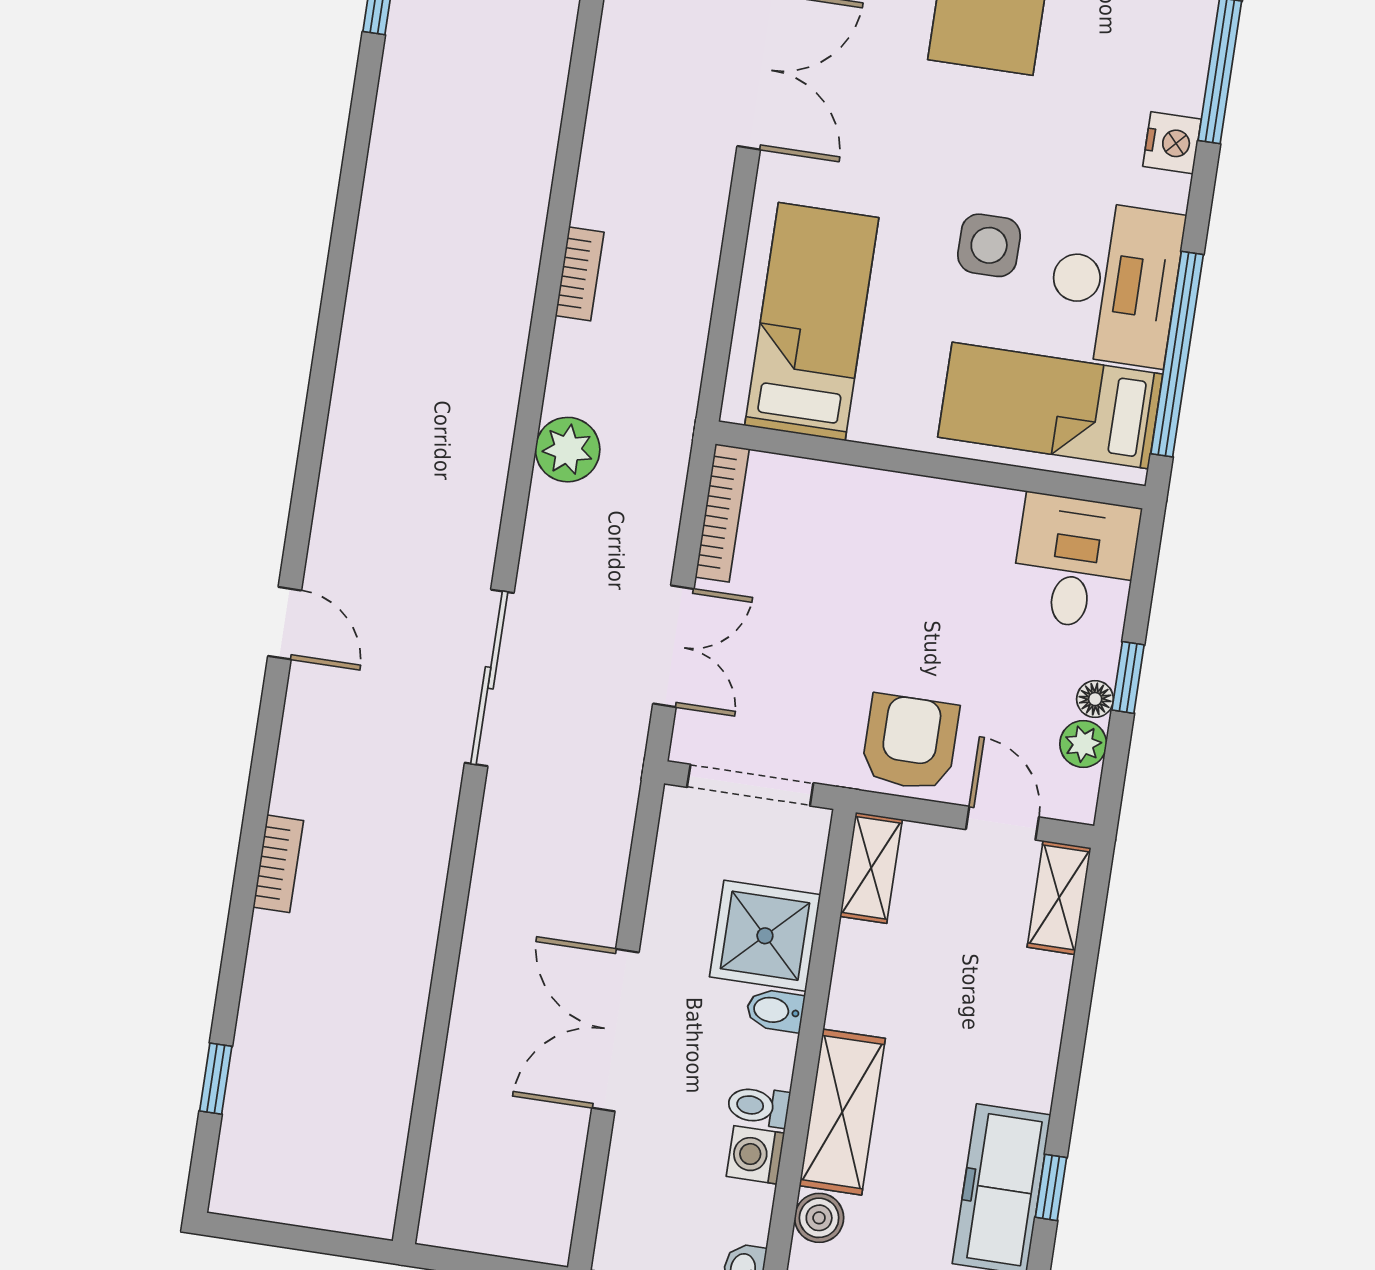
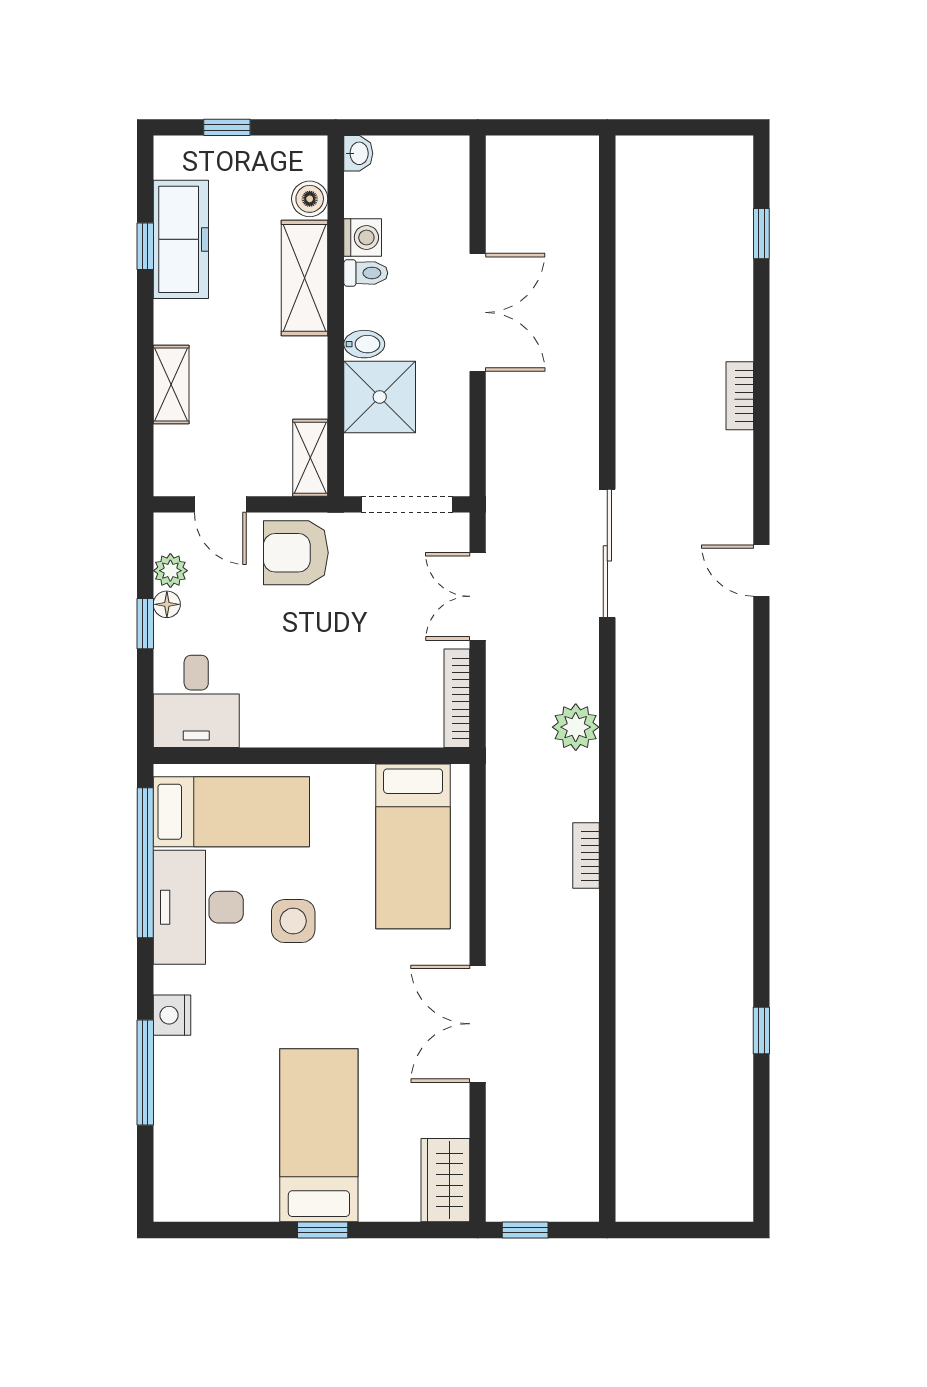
armchair: (910, 742) -> (296, 553), turned 90
shelving: (1059, 898) -> (171, 385), moved

